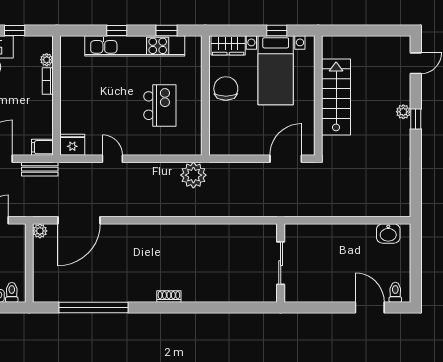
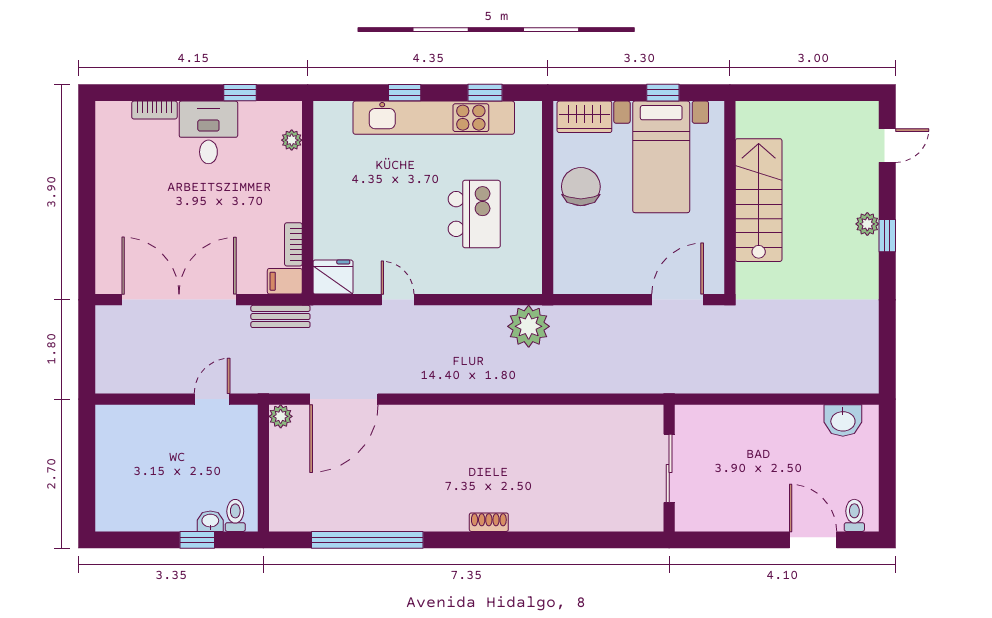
bookcase: (48, 81) -> (293, 244), moved

